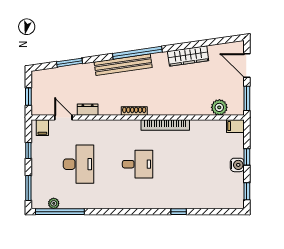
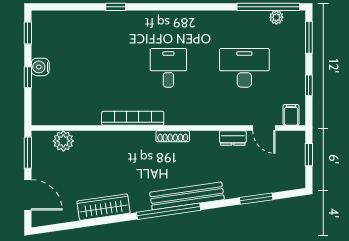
filing cabinet: (235, 126) -> (43, 117), removed
desk: (79, 164) -> (244, 68), turned 90
desk: (138, 164) -> (168, 68), turned 90

